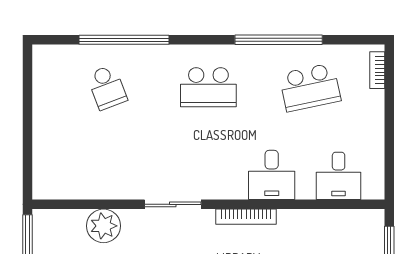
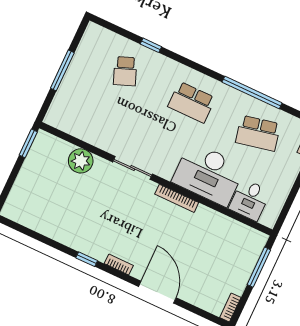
window: (124, 40) -> (151, 45), width x0.32
window: (28, 123) -> (62, 70), added
desk: (272, 175) -> (208, 174), width x1.87, depth x1.30

